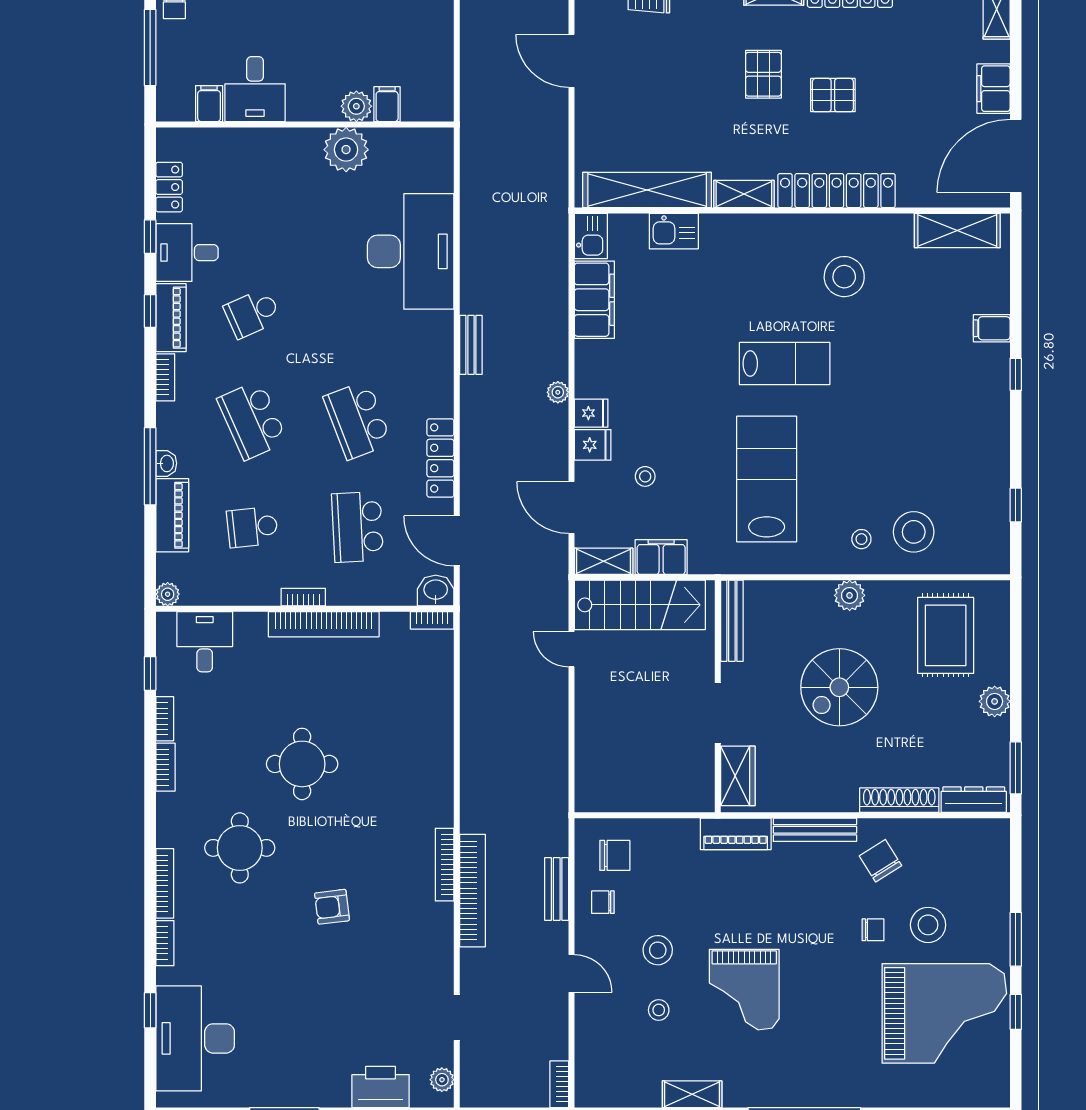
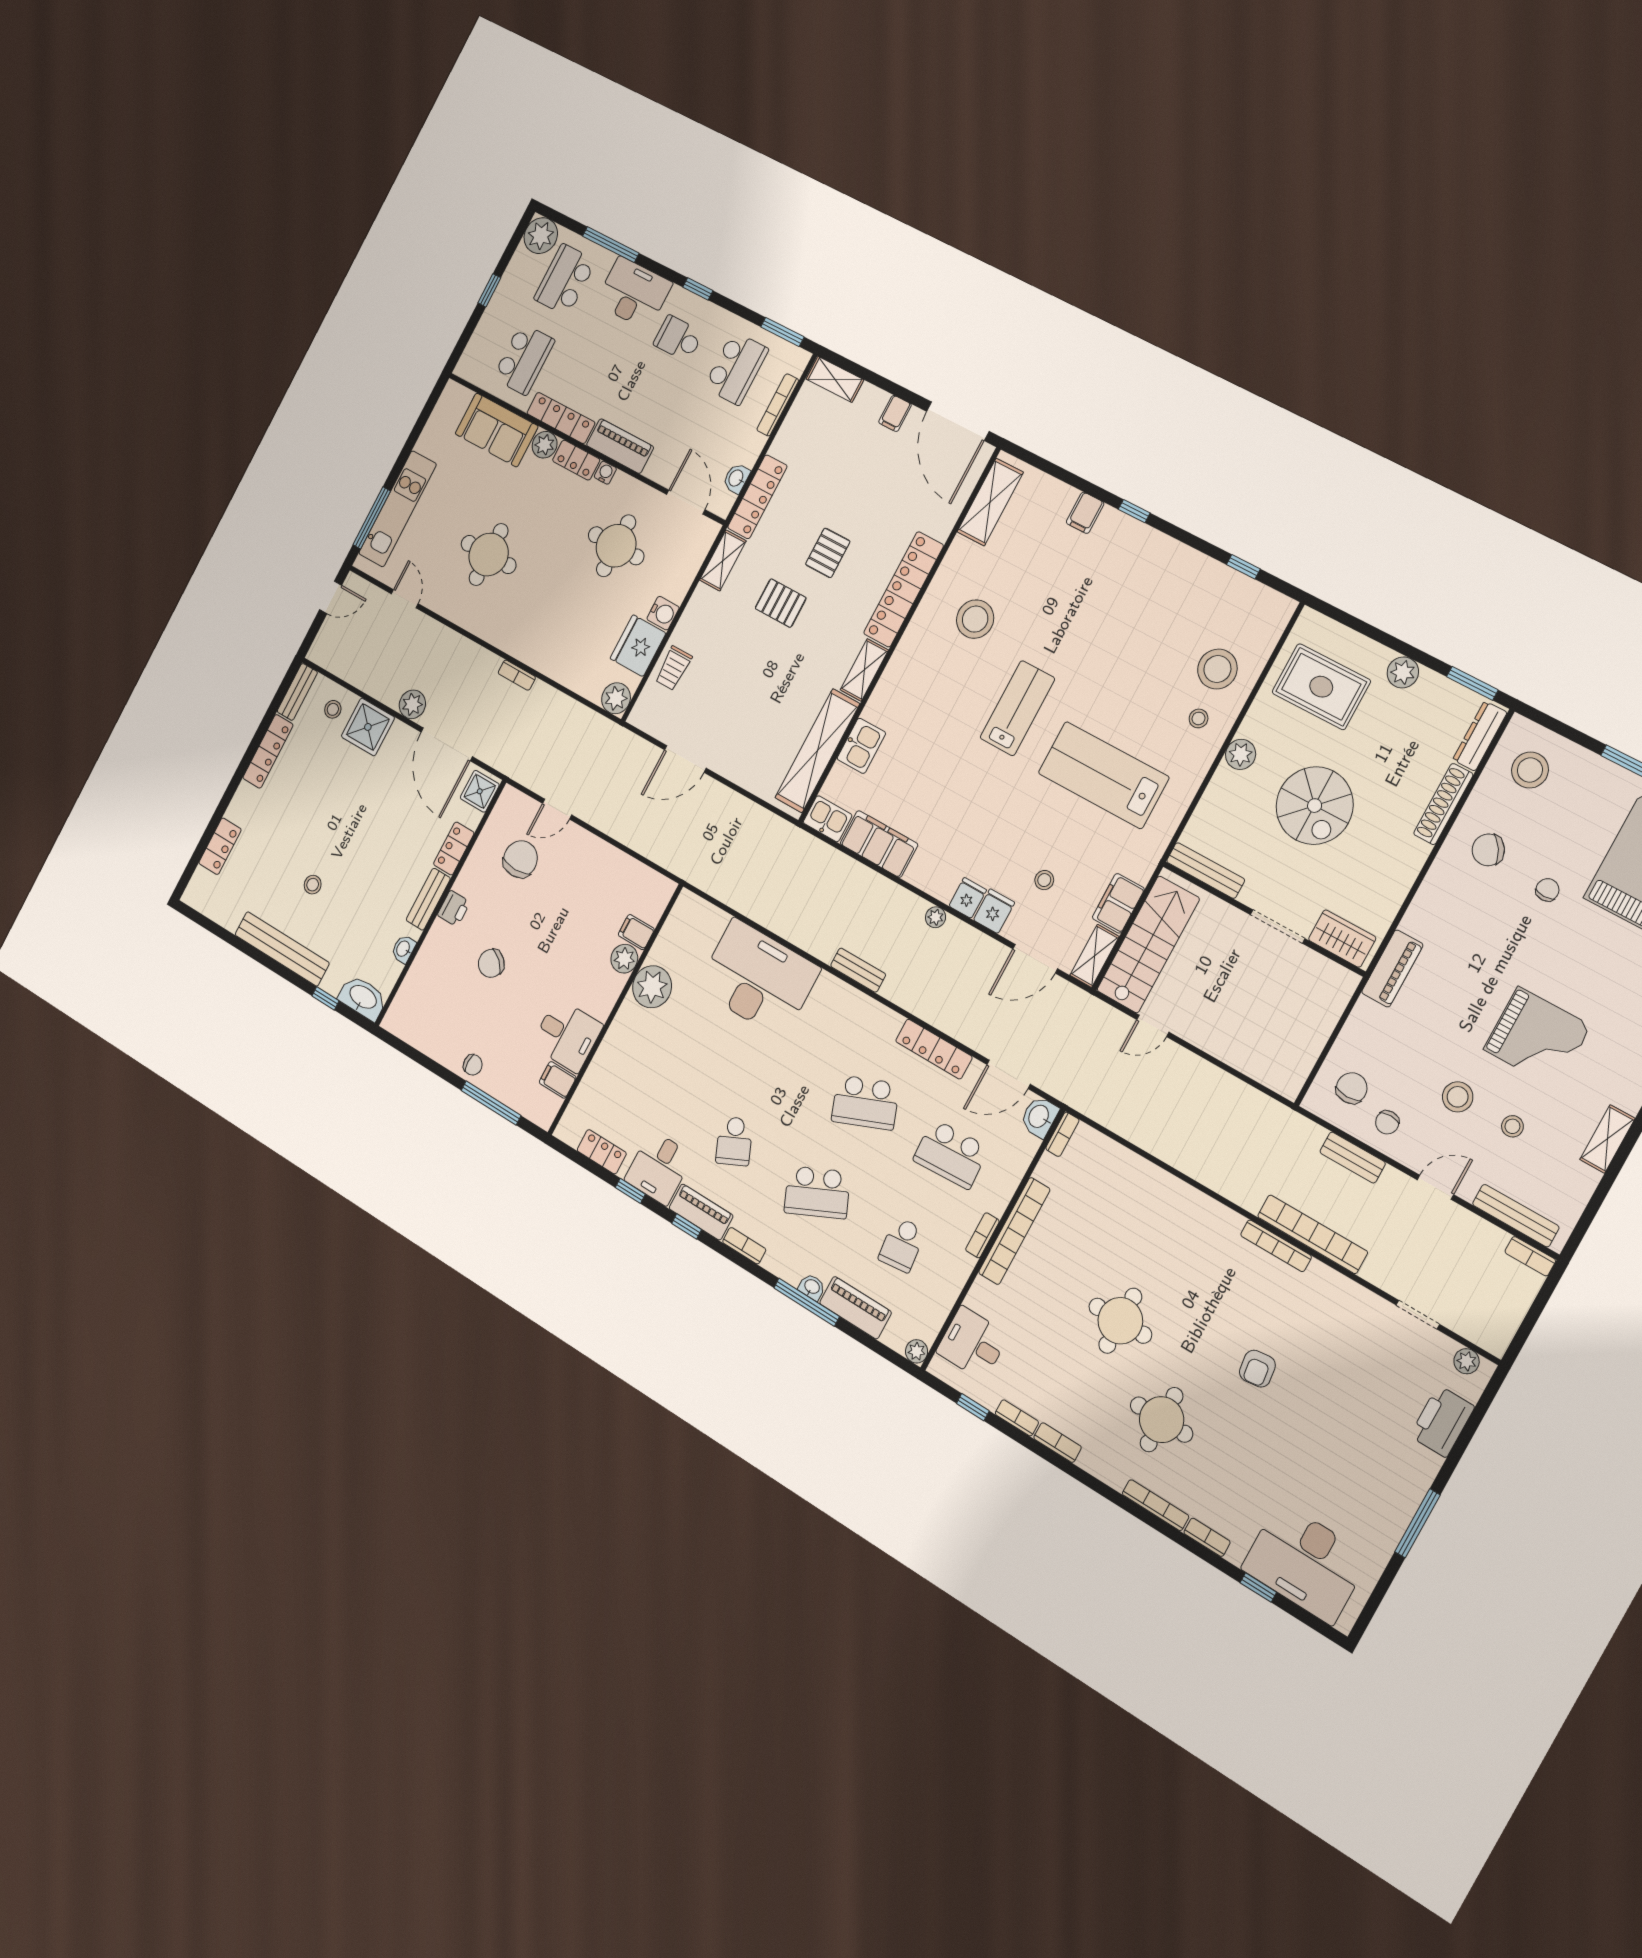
filing cabinet: (993, 89) -> (895, 413), width x0.50
bench: (815, 830) -> (1516, 1216), moved, turned 90
stool: (928, 925) -> (1530, 770), moved

